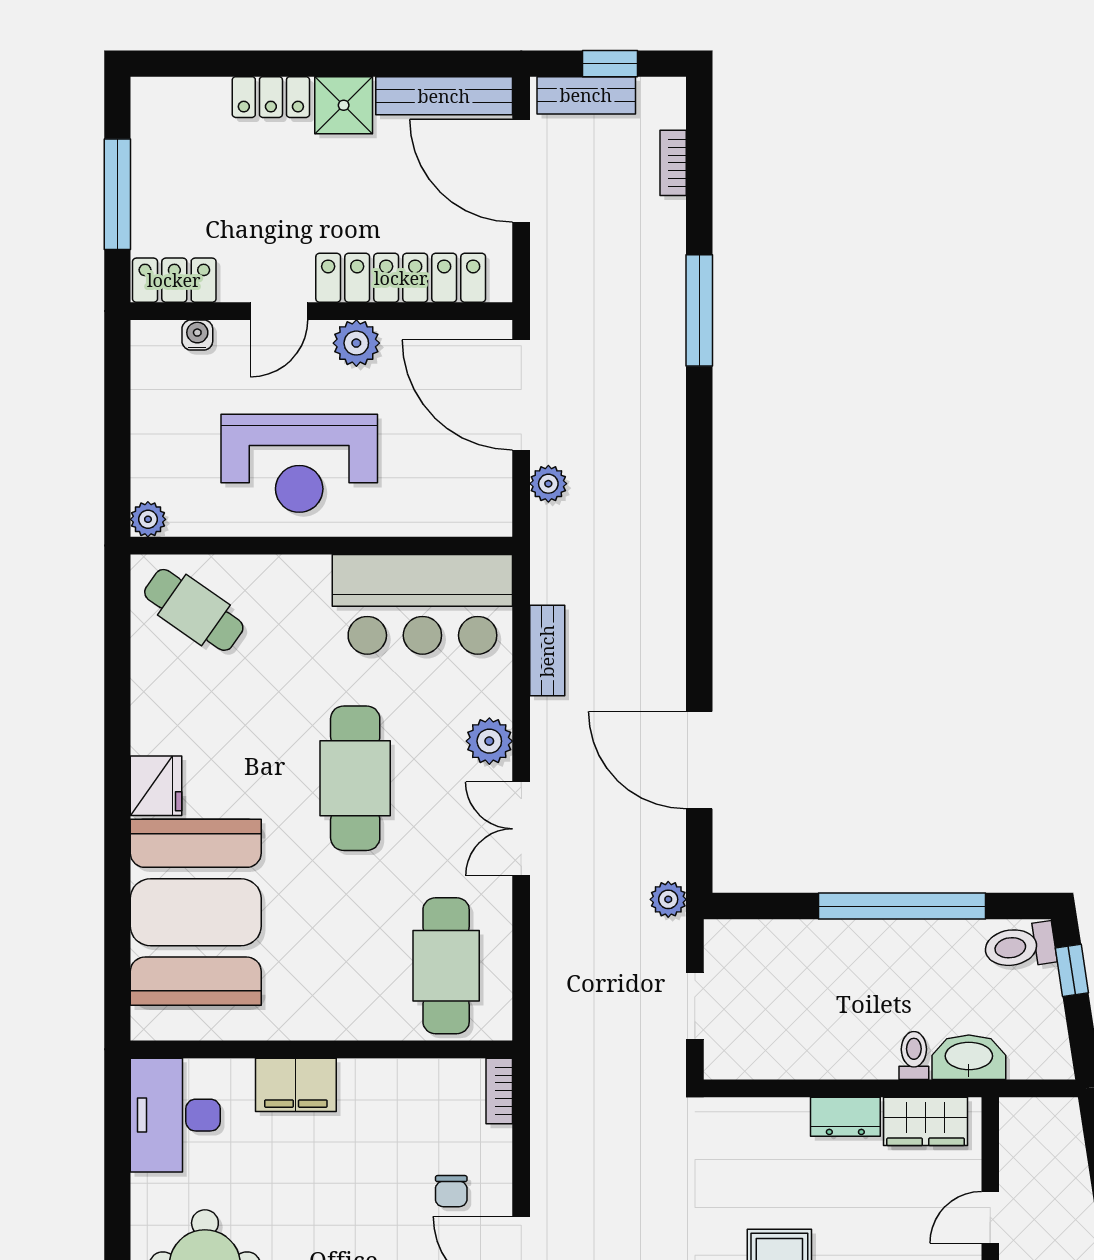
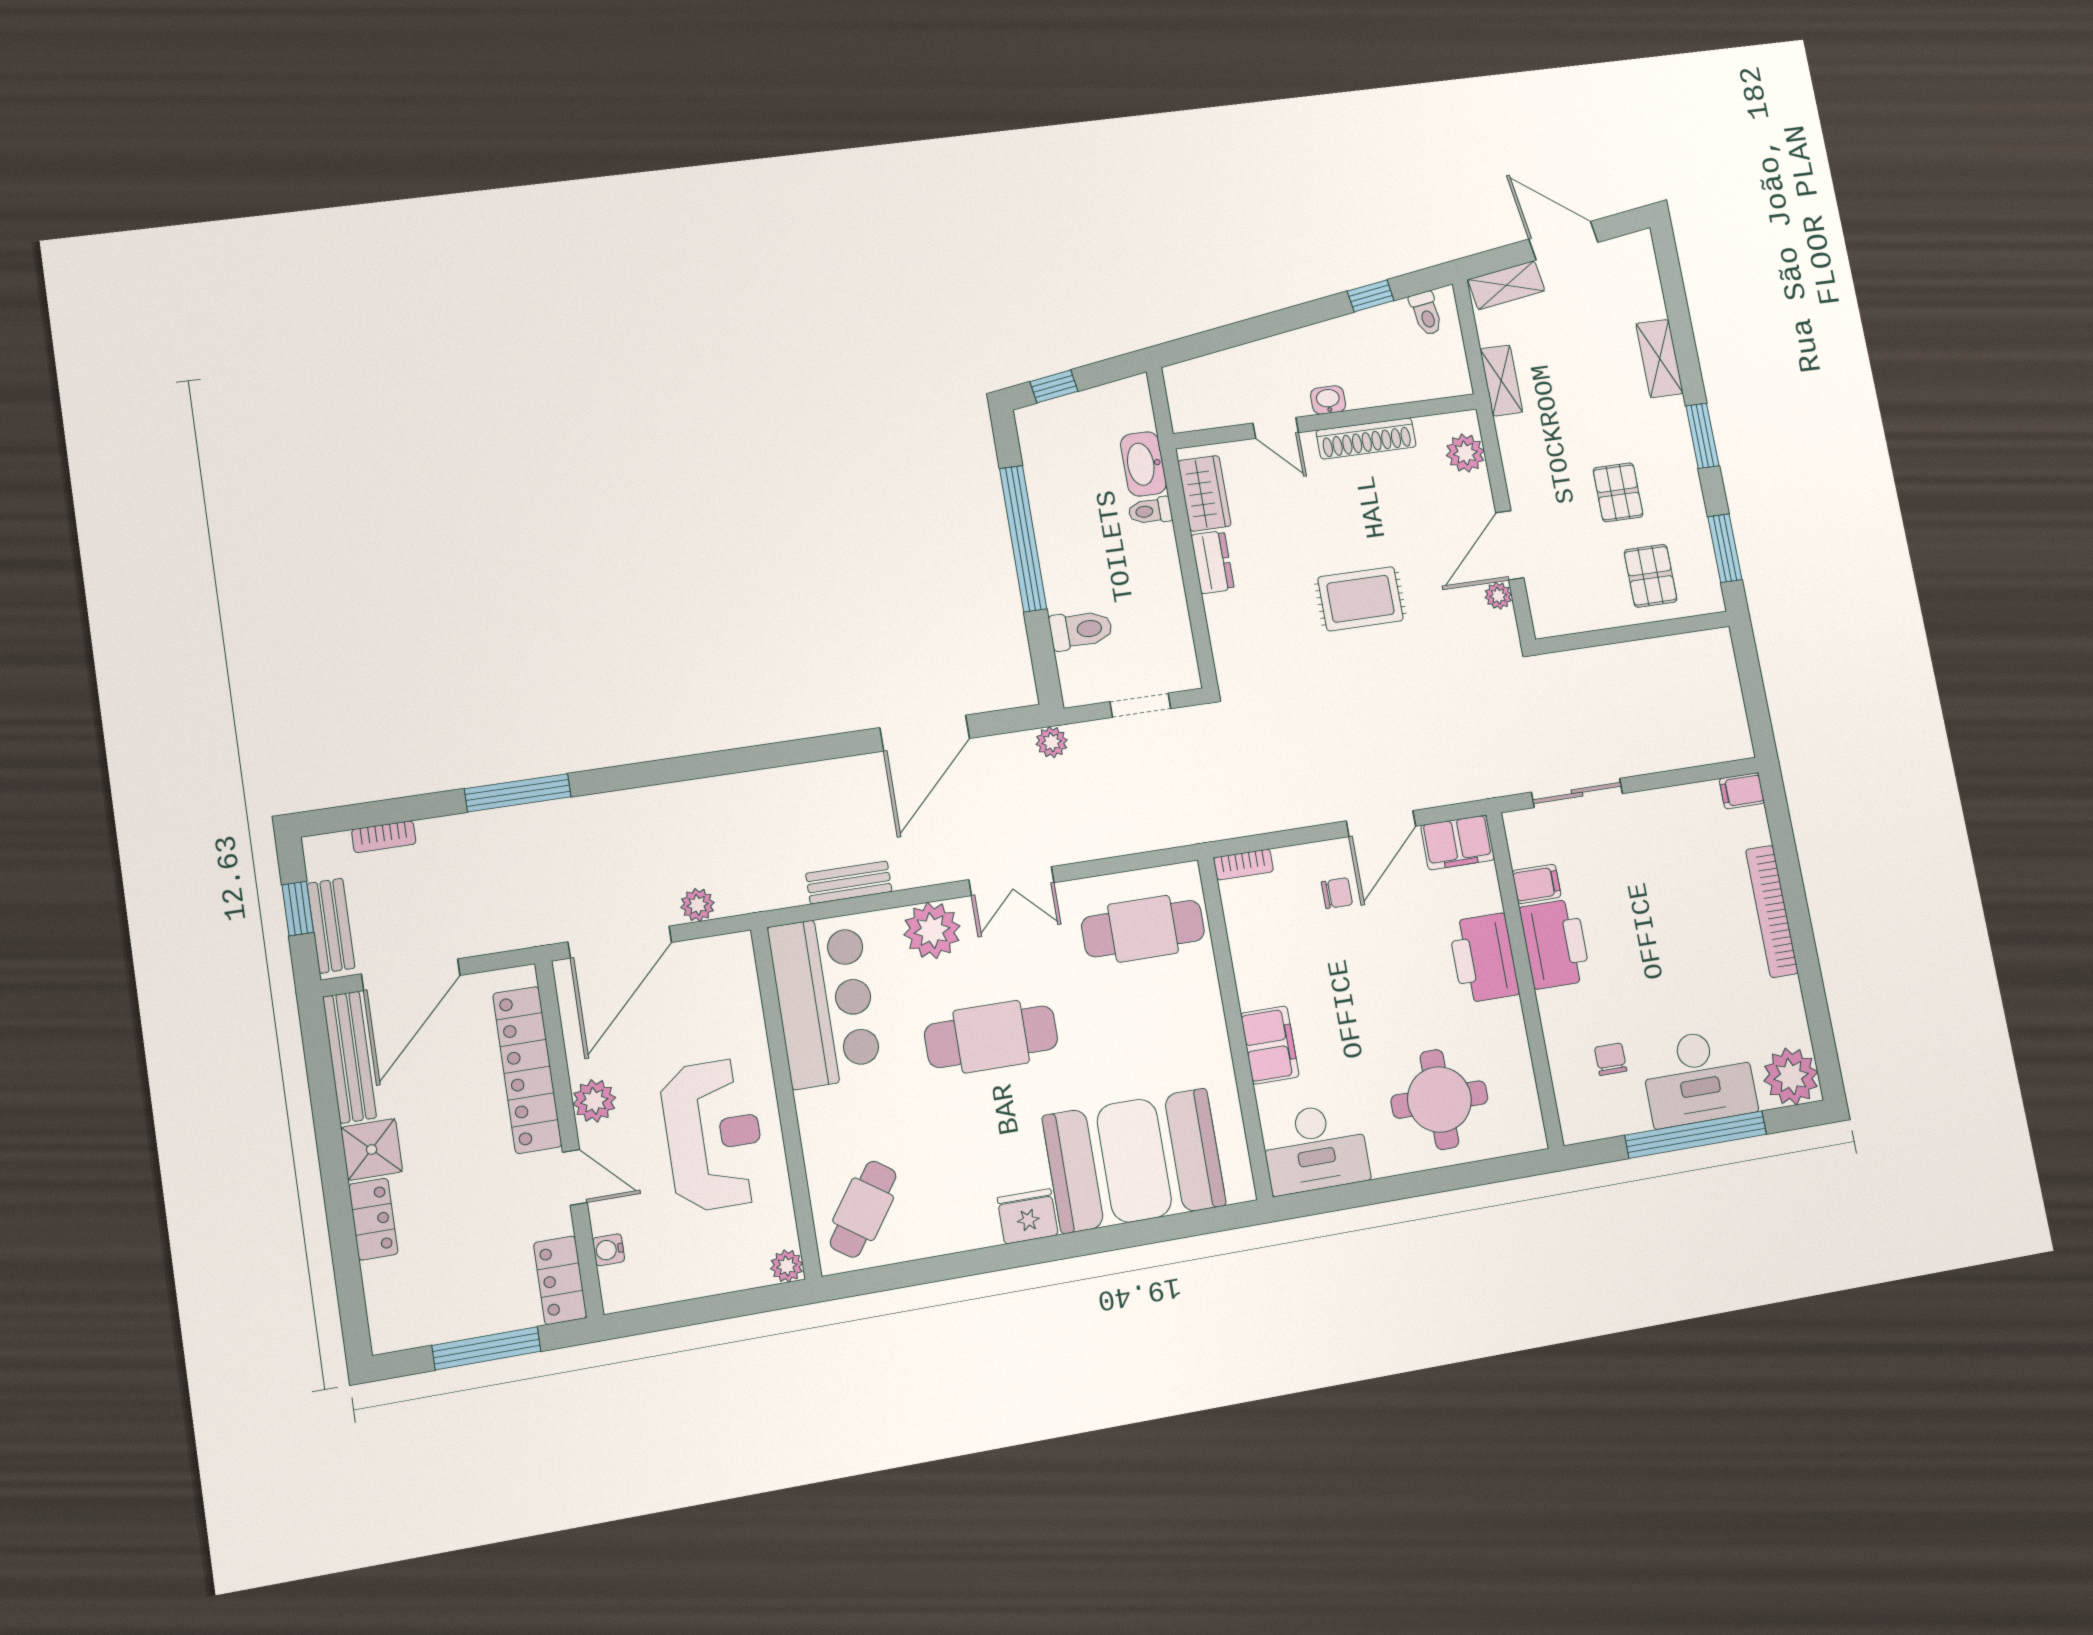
plant: (489, 741) -> (932, 930), width x1.36, depth x1.36
toilet: (1020, 946) -> (1081, 630), moved, turned -81

